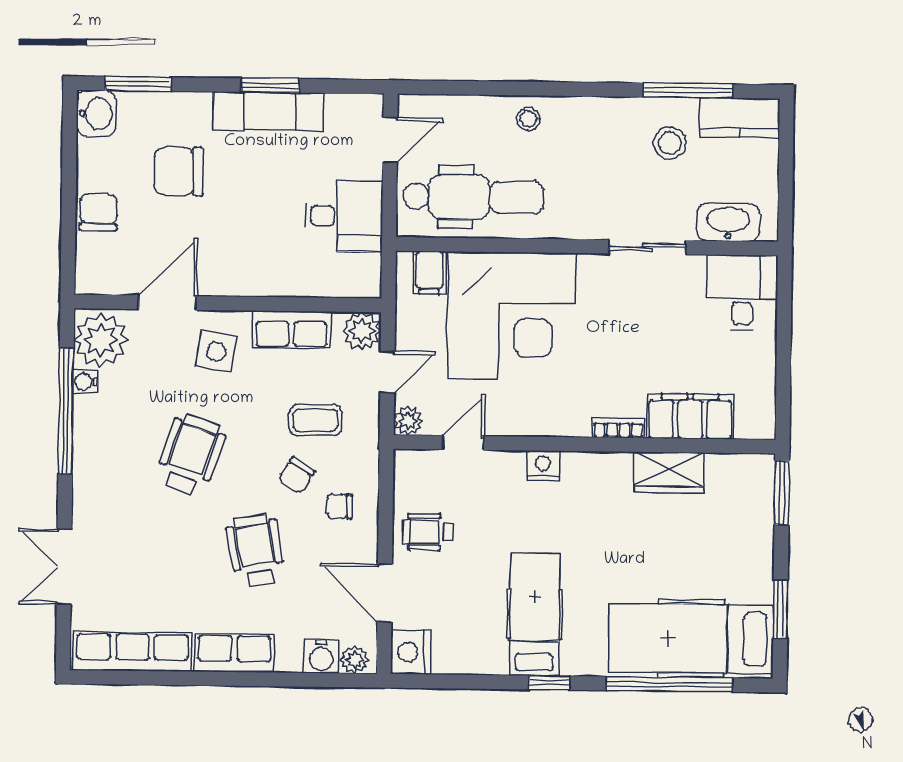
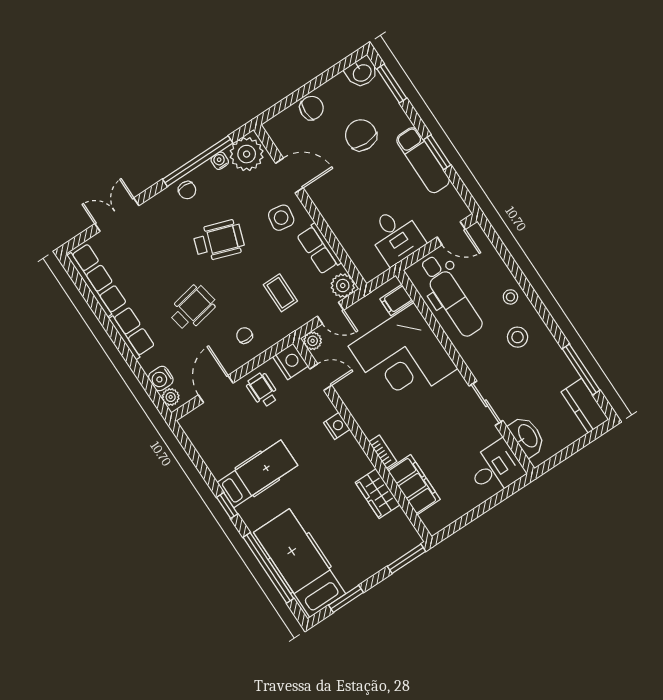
stool: (670, 143) -> (518, 337), moved
chair: (296, 475) -> (187, 190), moved, turned -123
nightstand: (411, 652) -> (290, 361), moved, turned 90

